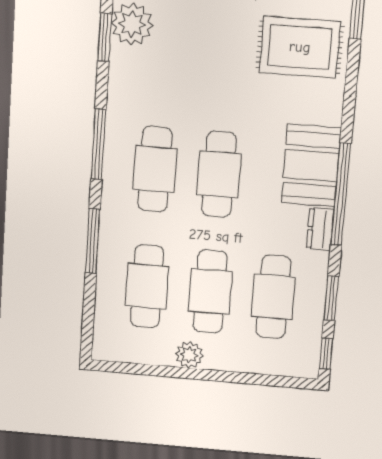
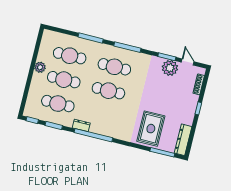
booth: (311, 165) -> (106, 126), removed

